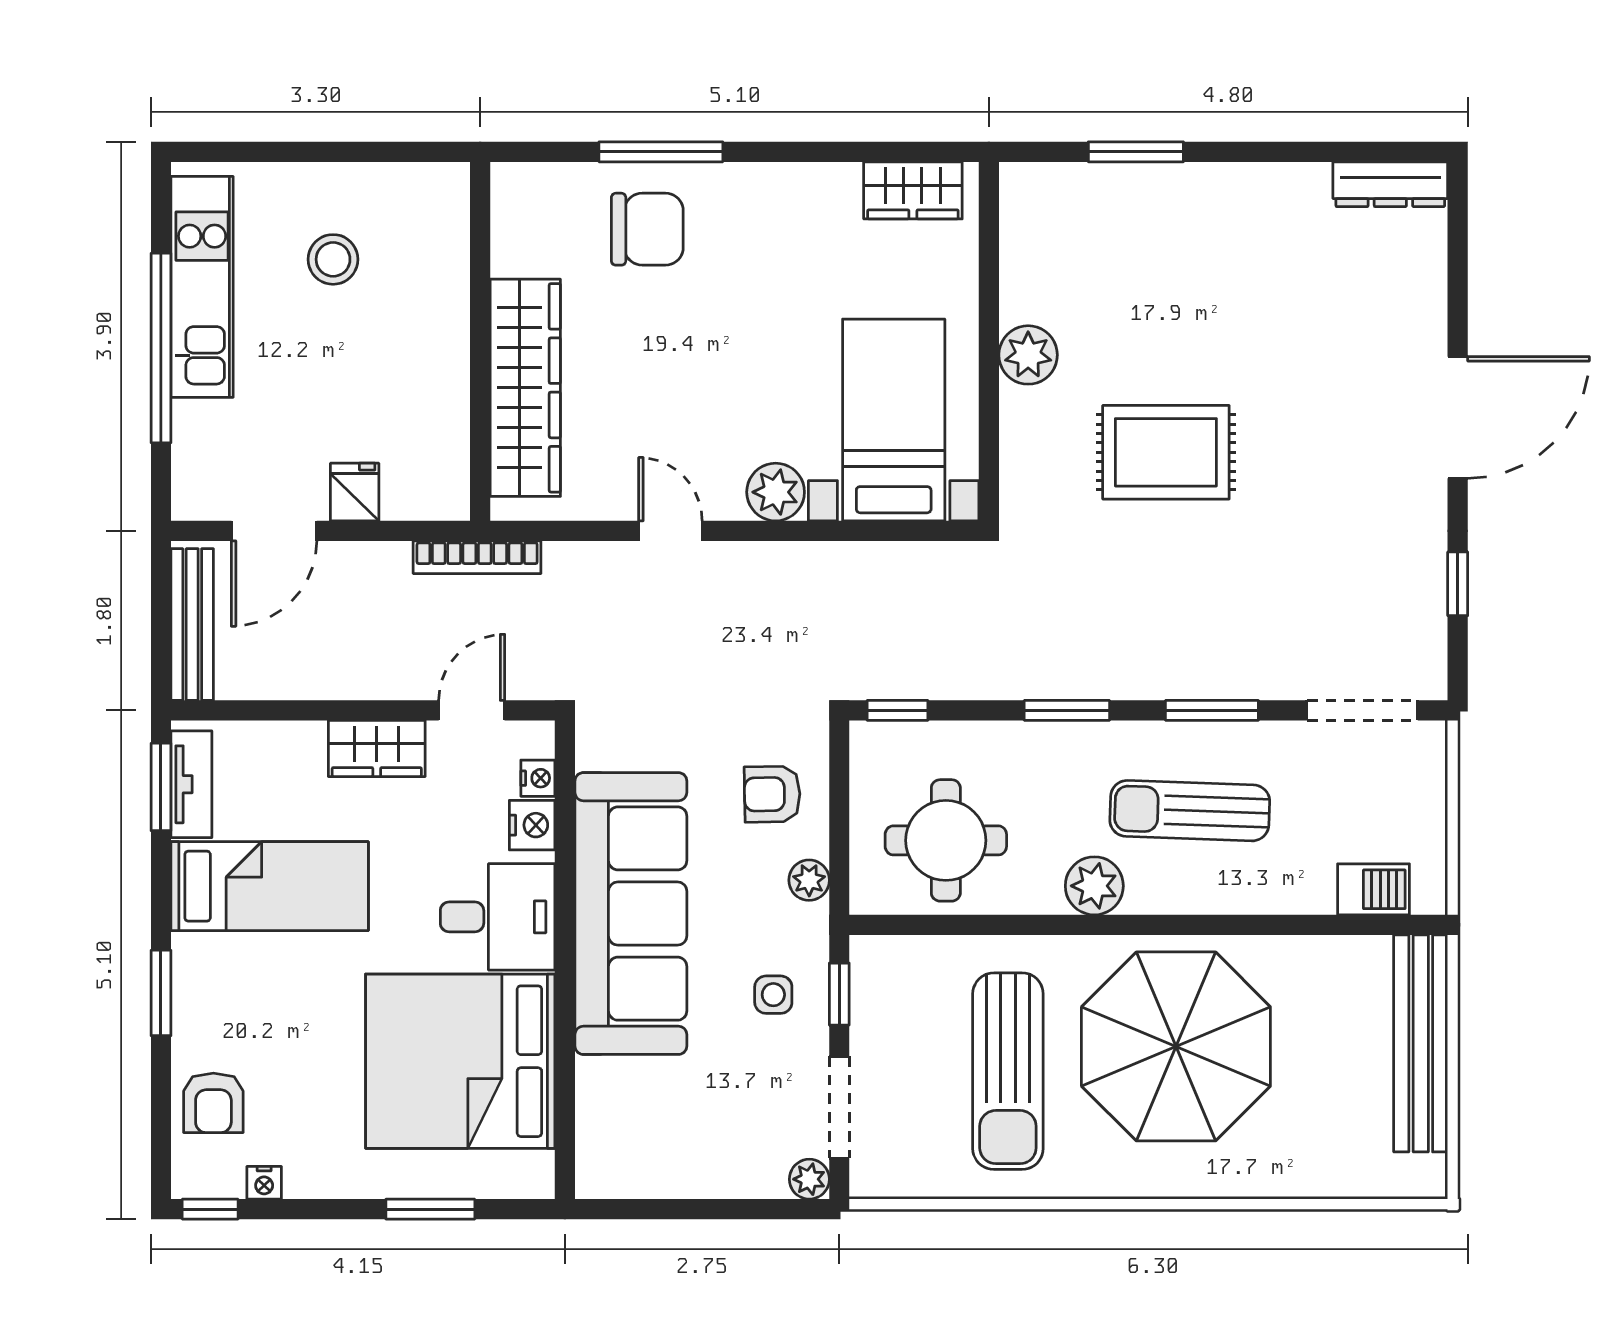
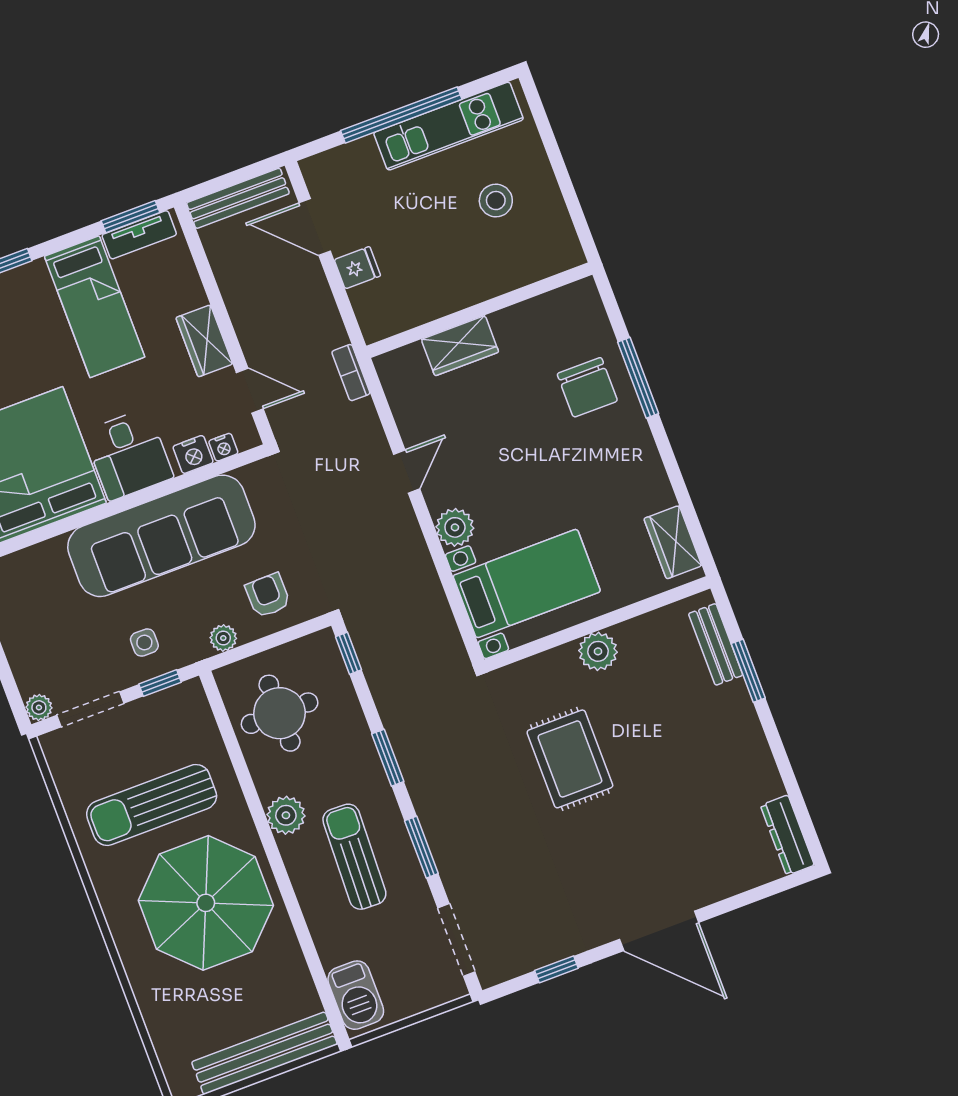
bench: (1081, 184) -> (716, 644), added
wardrobe: (525, 388) -> (460, 346), width x0.48, depth x0.85
bookcase: (477, 557) -> (351, 373), width x0.64
barbecue: (1374, 889) -> (356, 995), width x1.38, depth x1.27

